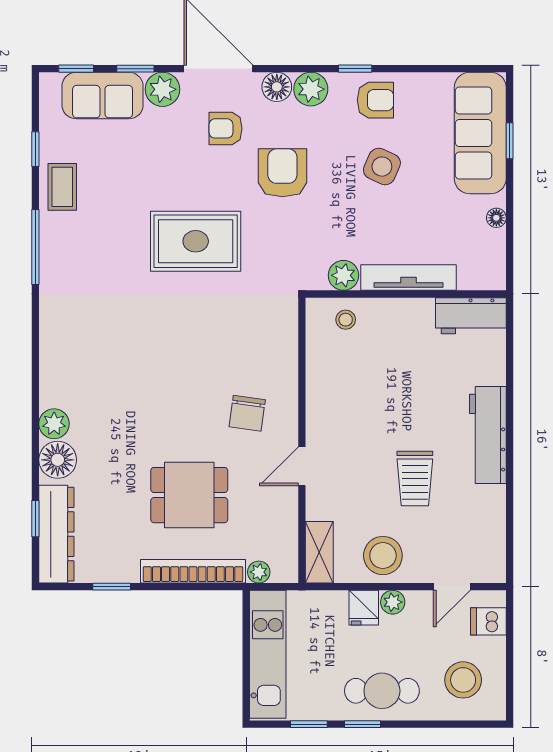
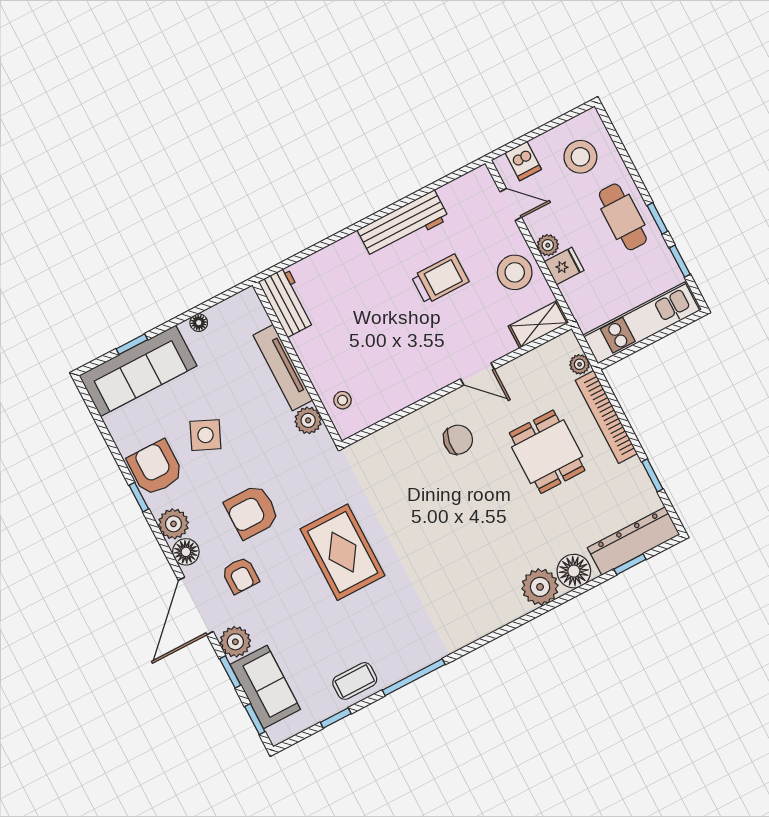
armchair: (375, 100) -> (155, 468), width x1.38, depth x1.38
plant: (54, 424) -> (540, 587), width x1.36, depth x1.36
workbench: (488, 435) -> (403, 224), moved

